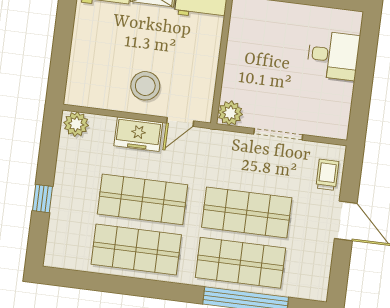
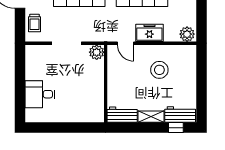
stool: (145, 86) -> (159, 70), moved
door: (180, 122) -> (126, 43), swing flipped

